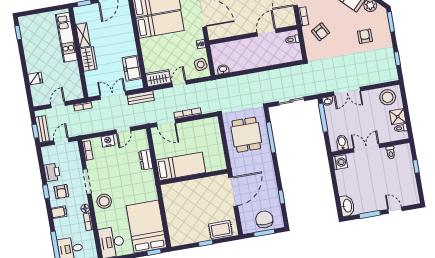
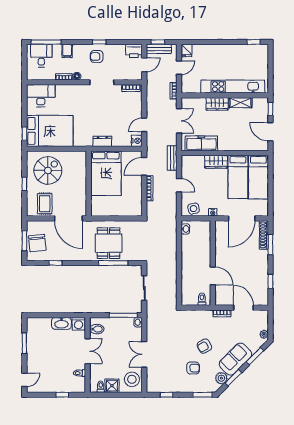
armchair: (321, 32) -> (204, 346), moved
kitchen unit: (66, 37) -> (233, 87), width x1.36
freezer: (132, 68) -> (201, 143), width x1.40
wardrobe: (158, 78) -> (216, 162), moved, turned 90
fridge: (35, 79) -> (186, 51), moved
double door: (347, 91) -> (144, 354), moved
bench: (141, 98) -> (172, 158), moved
door: (58, 105) -> (179, 68), hinge flipped
door: (123, 130) -> (144, 125), hinge flipped
dining table: (246, 135) -> (109, 243), moved, turned 90
door: (61, 141) -> (144, 65), hinge flipped
nightstand: (108, 141) -> (137, 141), moved
dresser: (146, 160) -> (102, 141), moved
bed: (181, 166) -> (106, 173), width x1.50
printer: (52, 172) -> (134, 51), moved
stool: (104, 201) -> (81, 95), removed
washbasin: (347, 206) -> (61, 323), moved
door: (395, 210) -> (24, 380), moved
filing cabinet: (59, 212) -> (67, 51), moved
chair: (264, 219) -> (37, 243), turned 84
spiral stairs: (188, 221) -> (48, 170), added
rug: (220, 229) -> (45, 204), moved

